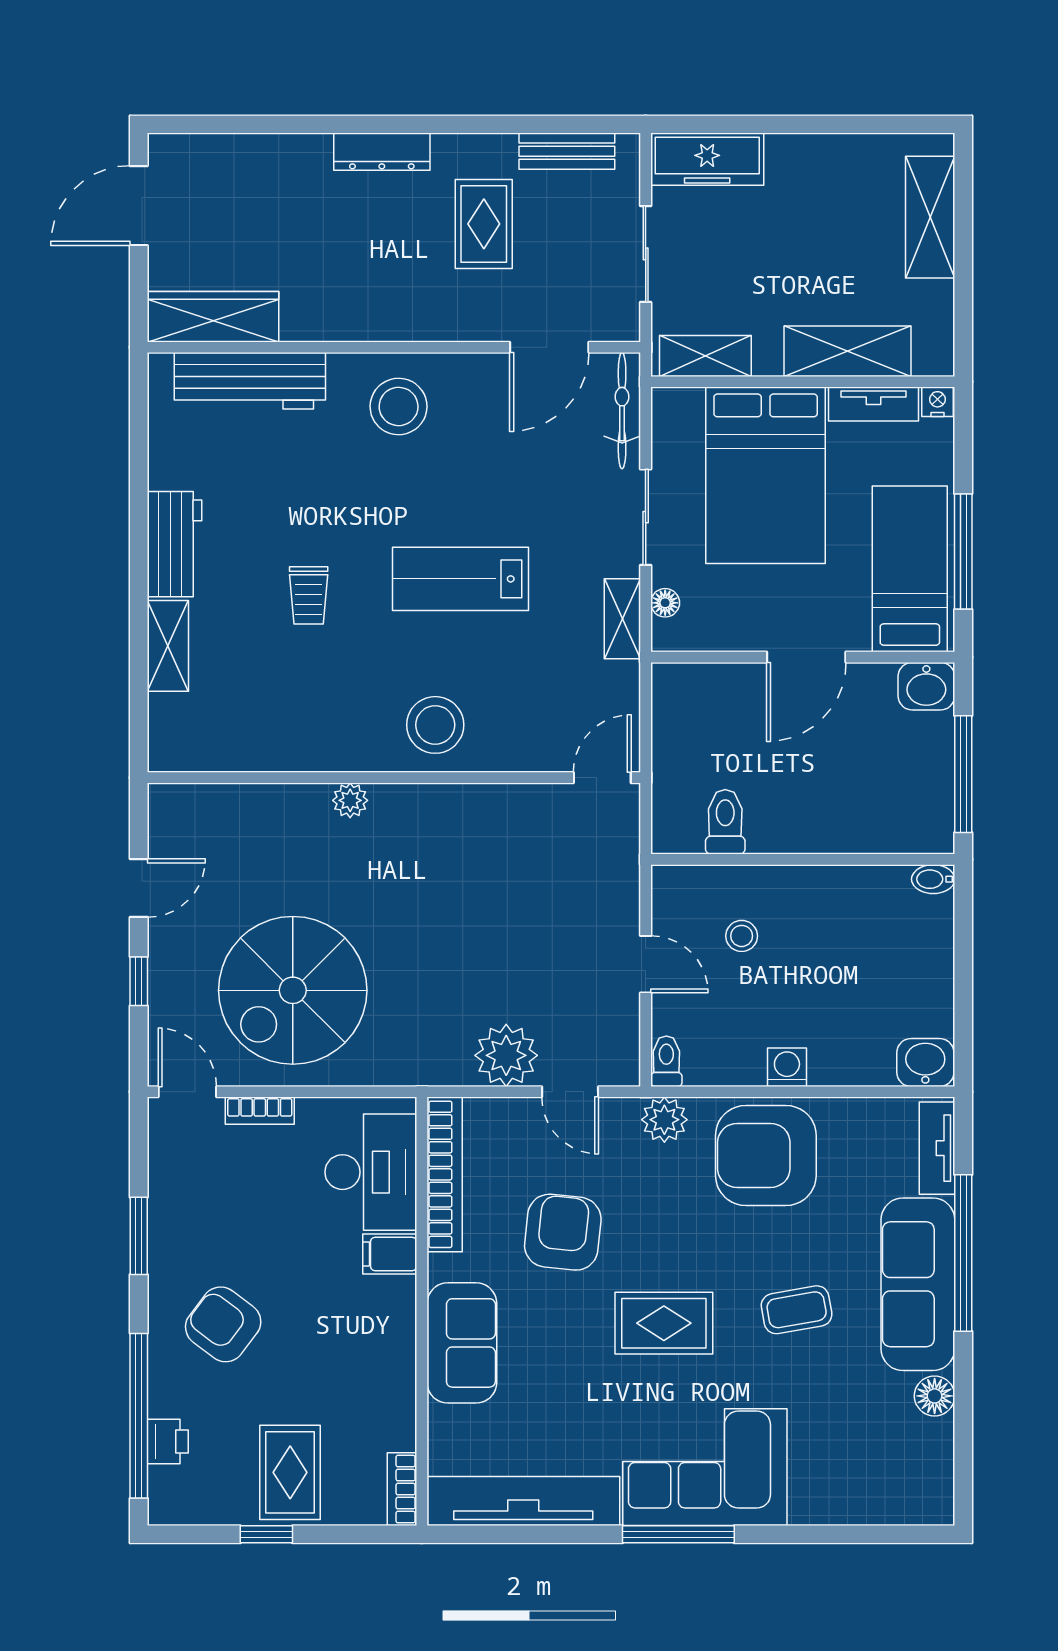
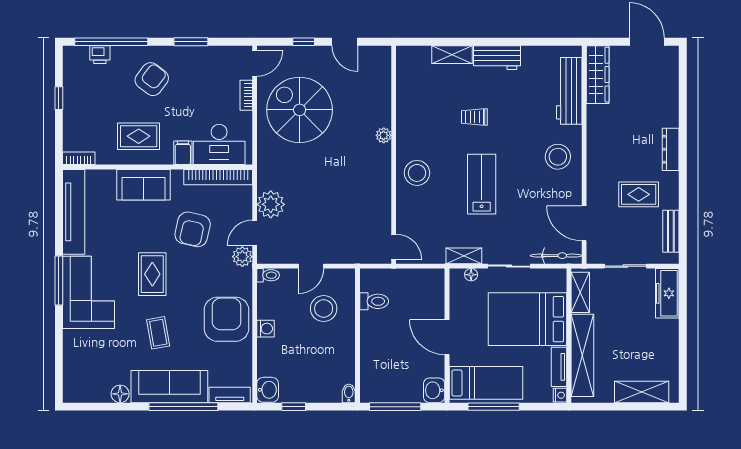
shelving: (848, 351) -> (582, 355), width x1.47
stool: (742, 936) -> (324, 309), width x1.89, depth x1.89
window: (963, 1004) -> (294, 407), added
plant: (664, 1120) -> (242, 257), moved
armchair: (563, 1232) -> (193, 229), turned 97
rug: (290, 1472) -> (139, 136), moved

